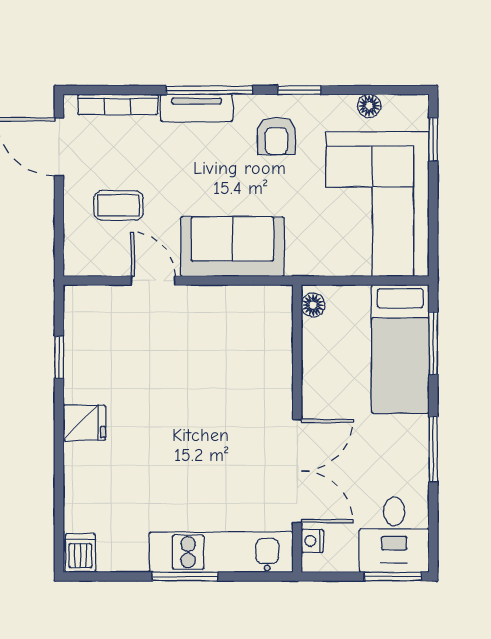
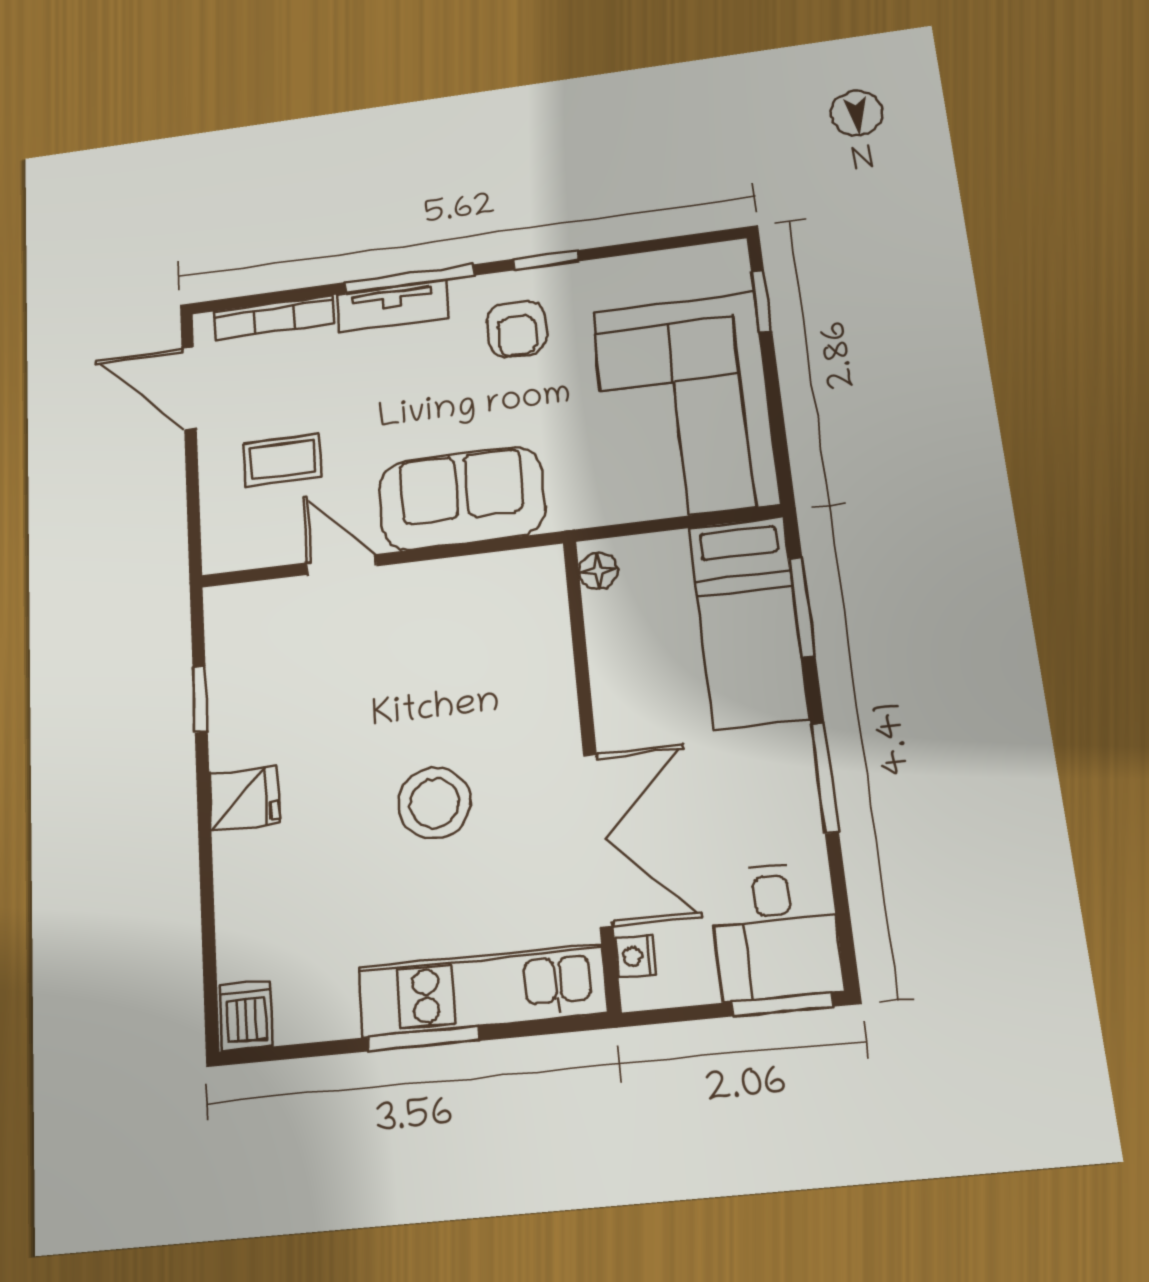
floor lamp: (369, 106) -> (656, 267), removed
stool: (201, 439) -> (434, 803), added

